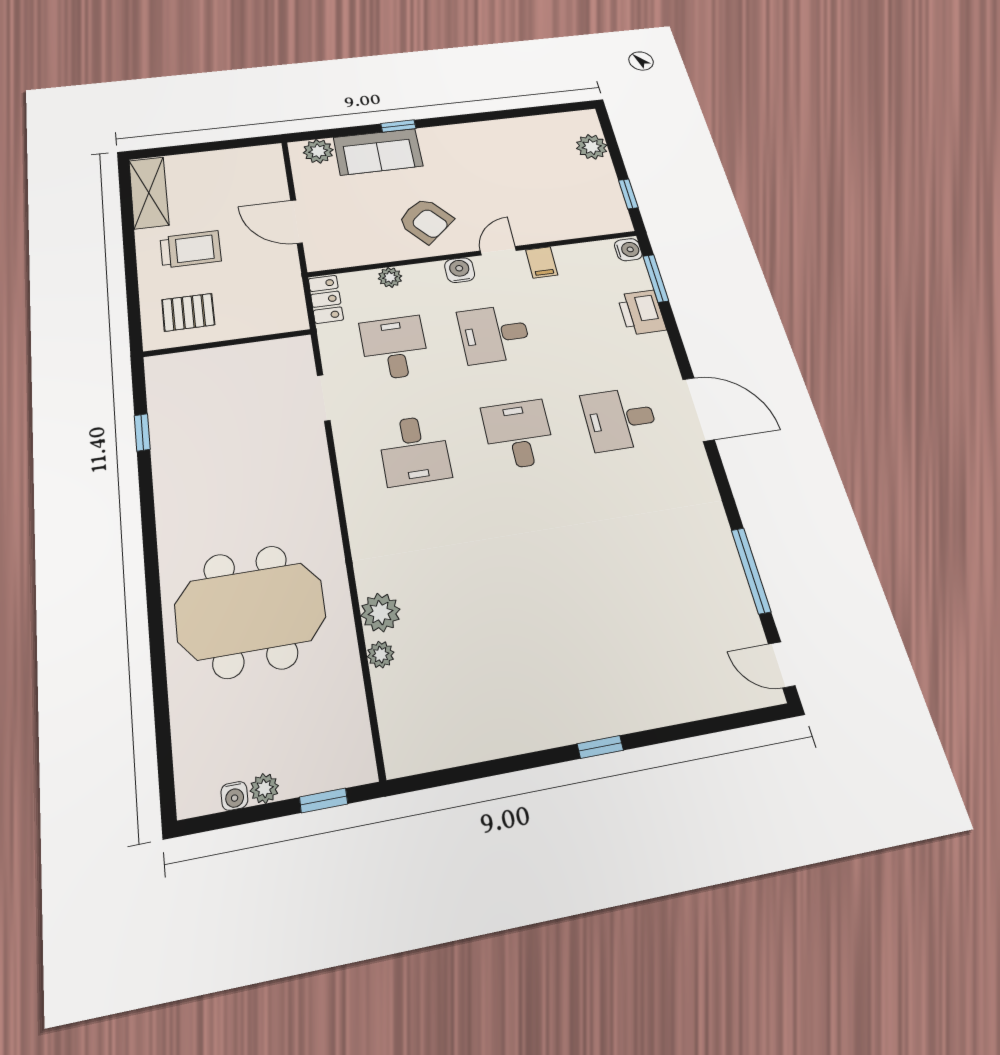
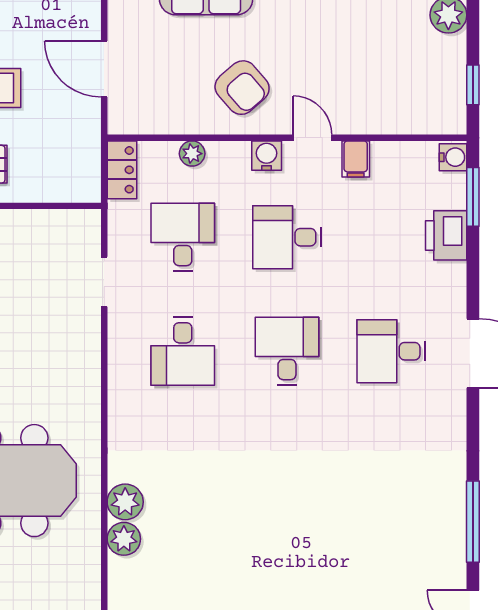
door: (498, 251) -> (312, 138), hinge flipped
plant: (381, 655) -> (124, 539), width x1.38, depth x1.38

